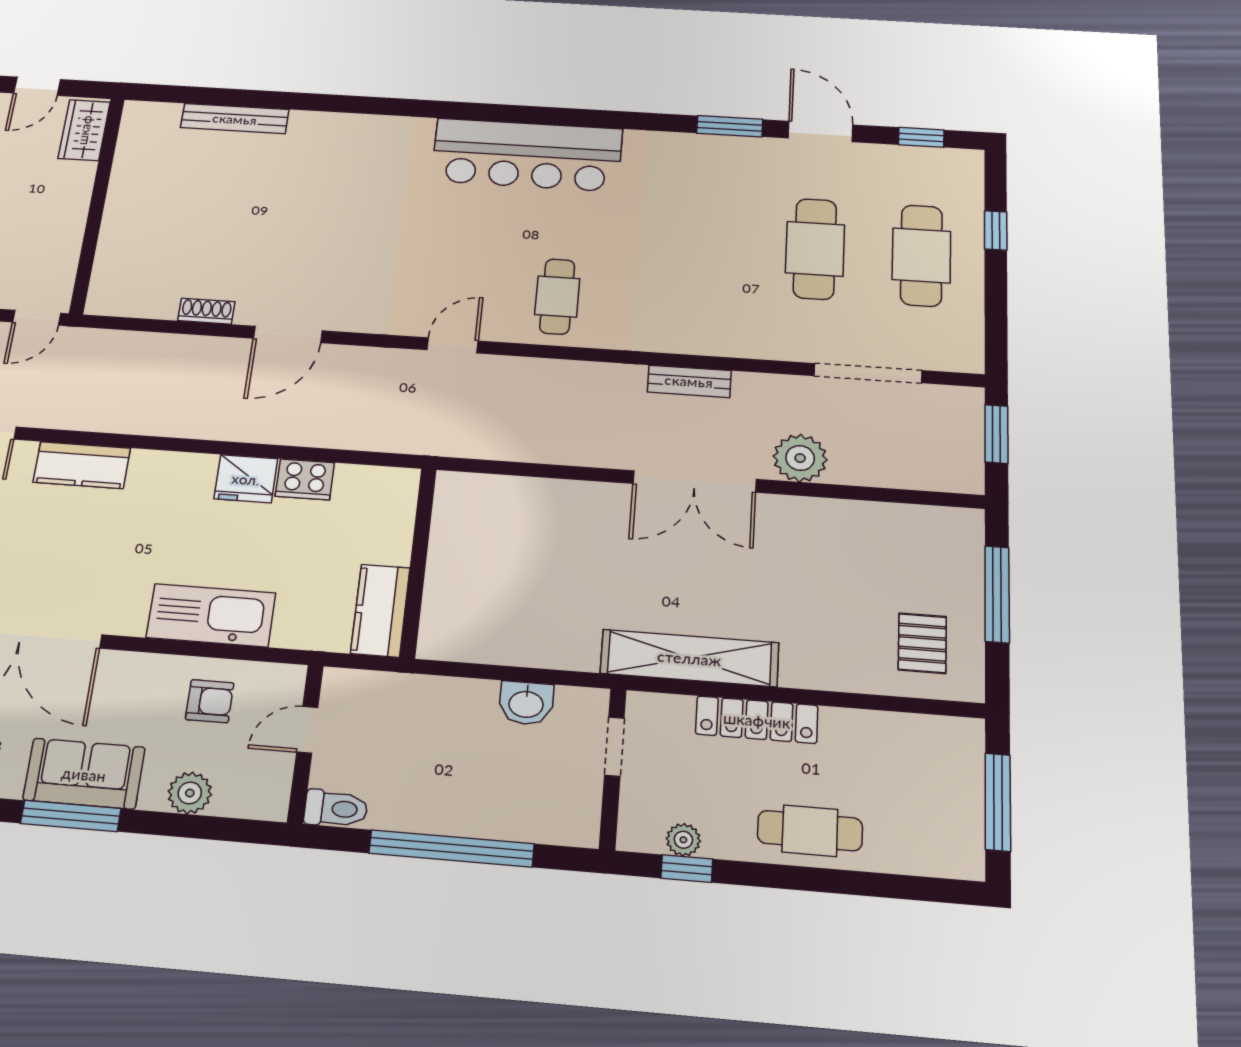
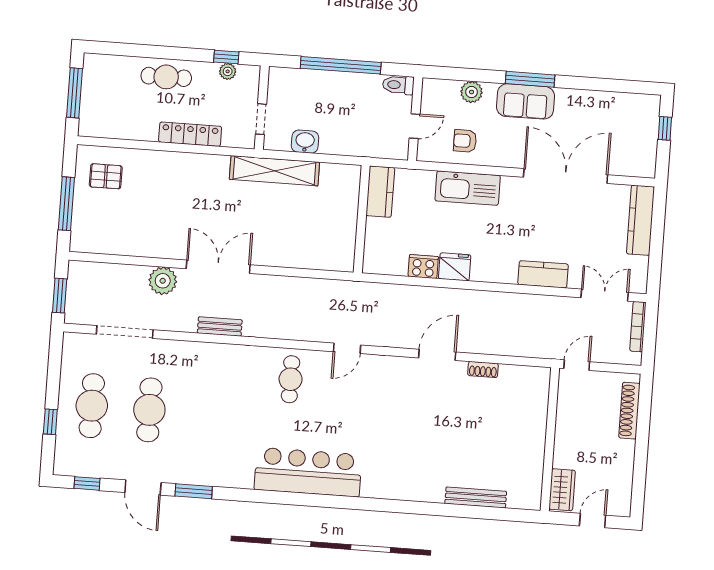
pallet: (922, 643) -> (106, 176), turned 90
shelving: (689, 658) -> (274, 171), moved

